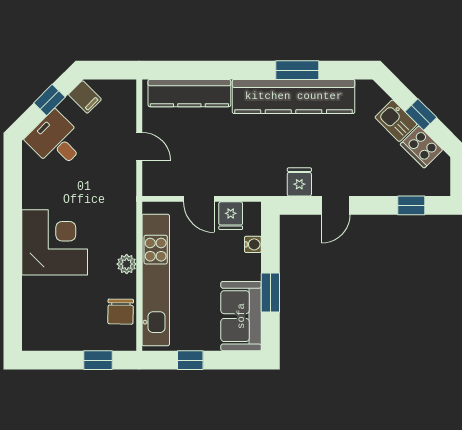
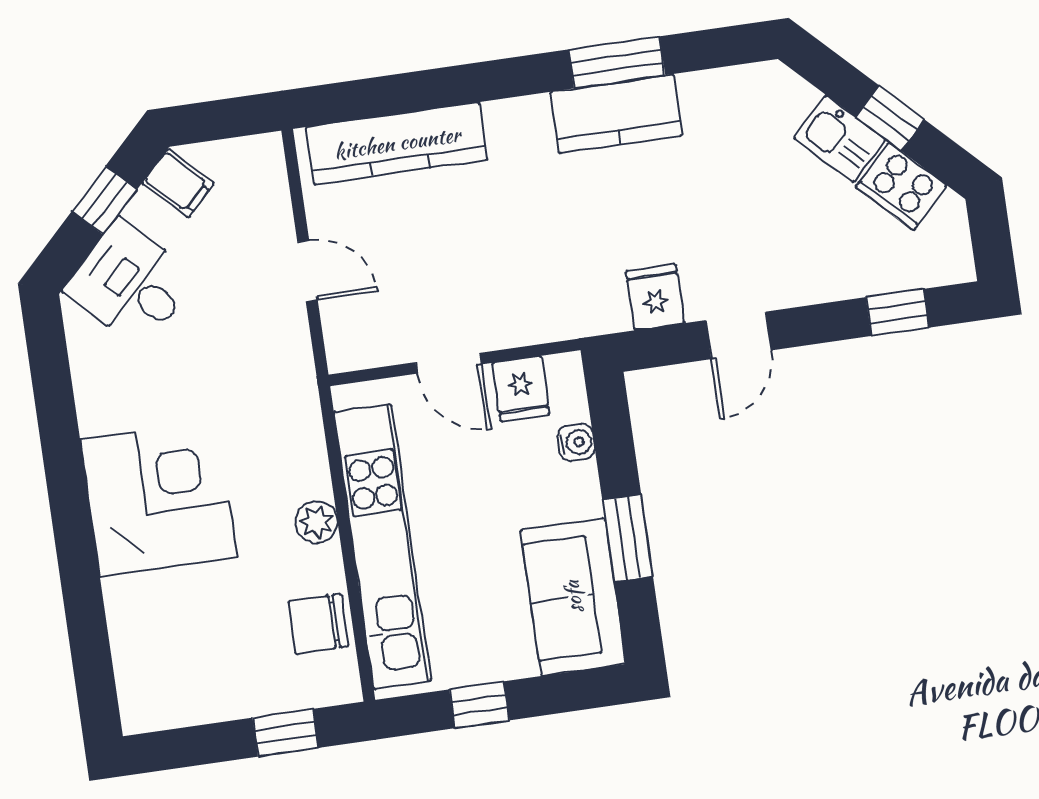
kitchen counter: (294, 96) -> (616, 114), width x0.48, depth x0.86
chair: (121, 312) -> (318, 624), turned 89

